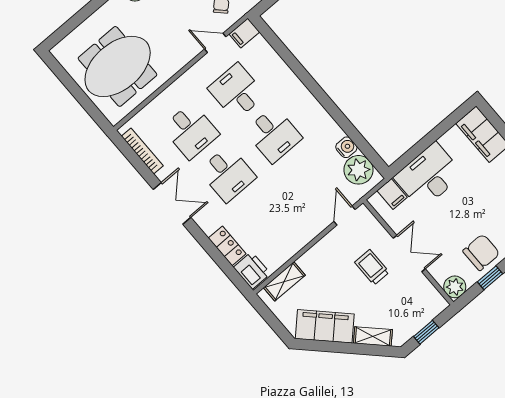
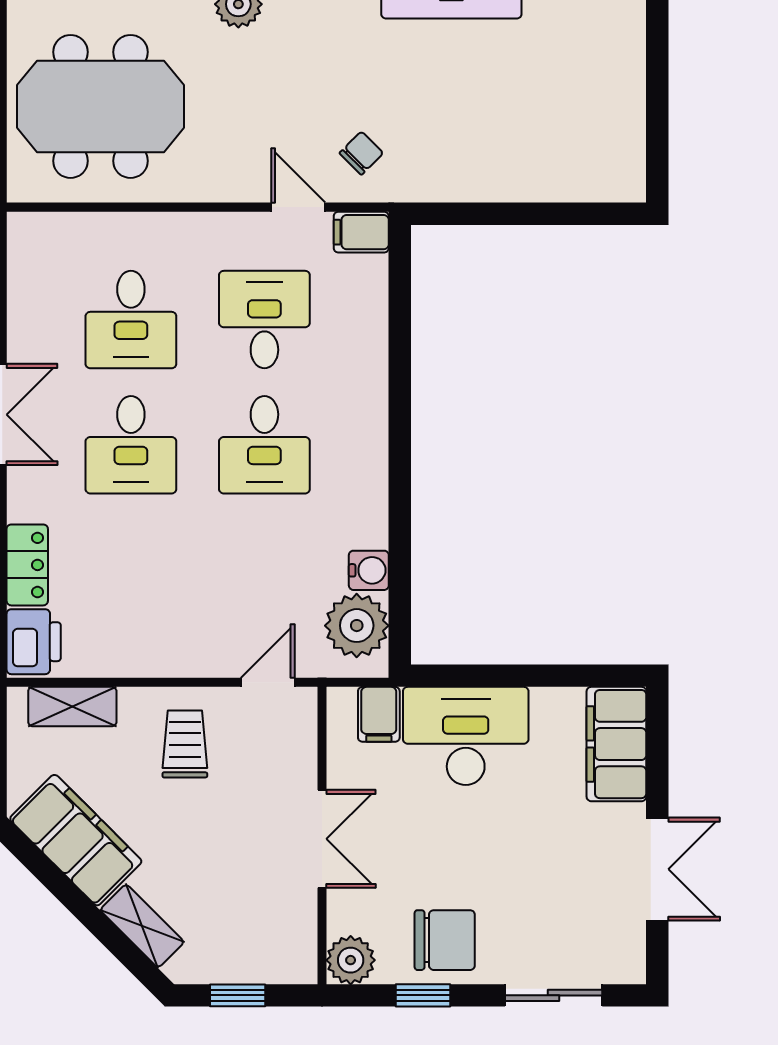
bookcase: (142, 151) -> (21, 284), removed
trolley: (372, 267) -> (185, 744), moved

